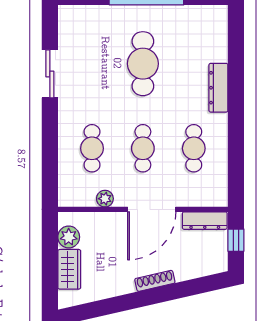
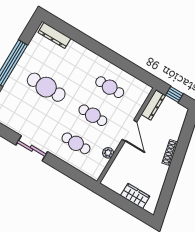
sliding door: (50, 74) -> (32, 148), moved
dresser: (218, 88) -> (54, 35), moved
door: (152, 209) -> (129, 131), width x0.73
plant: (69, 237) -> (117, 186), removed

